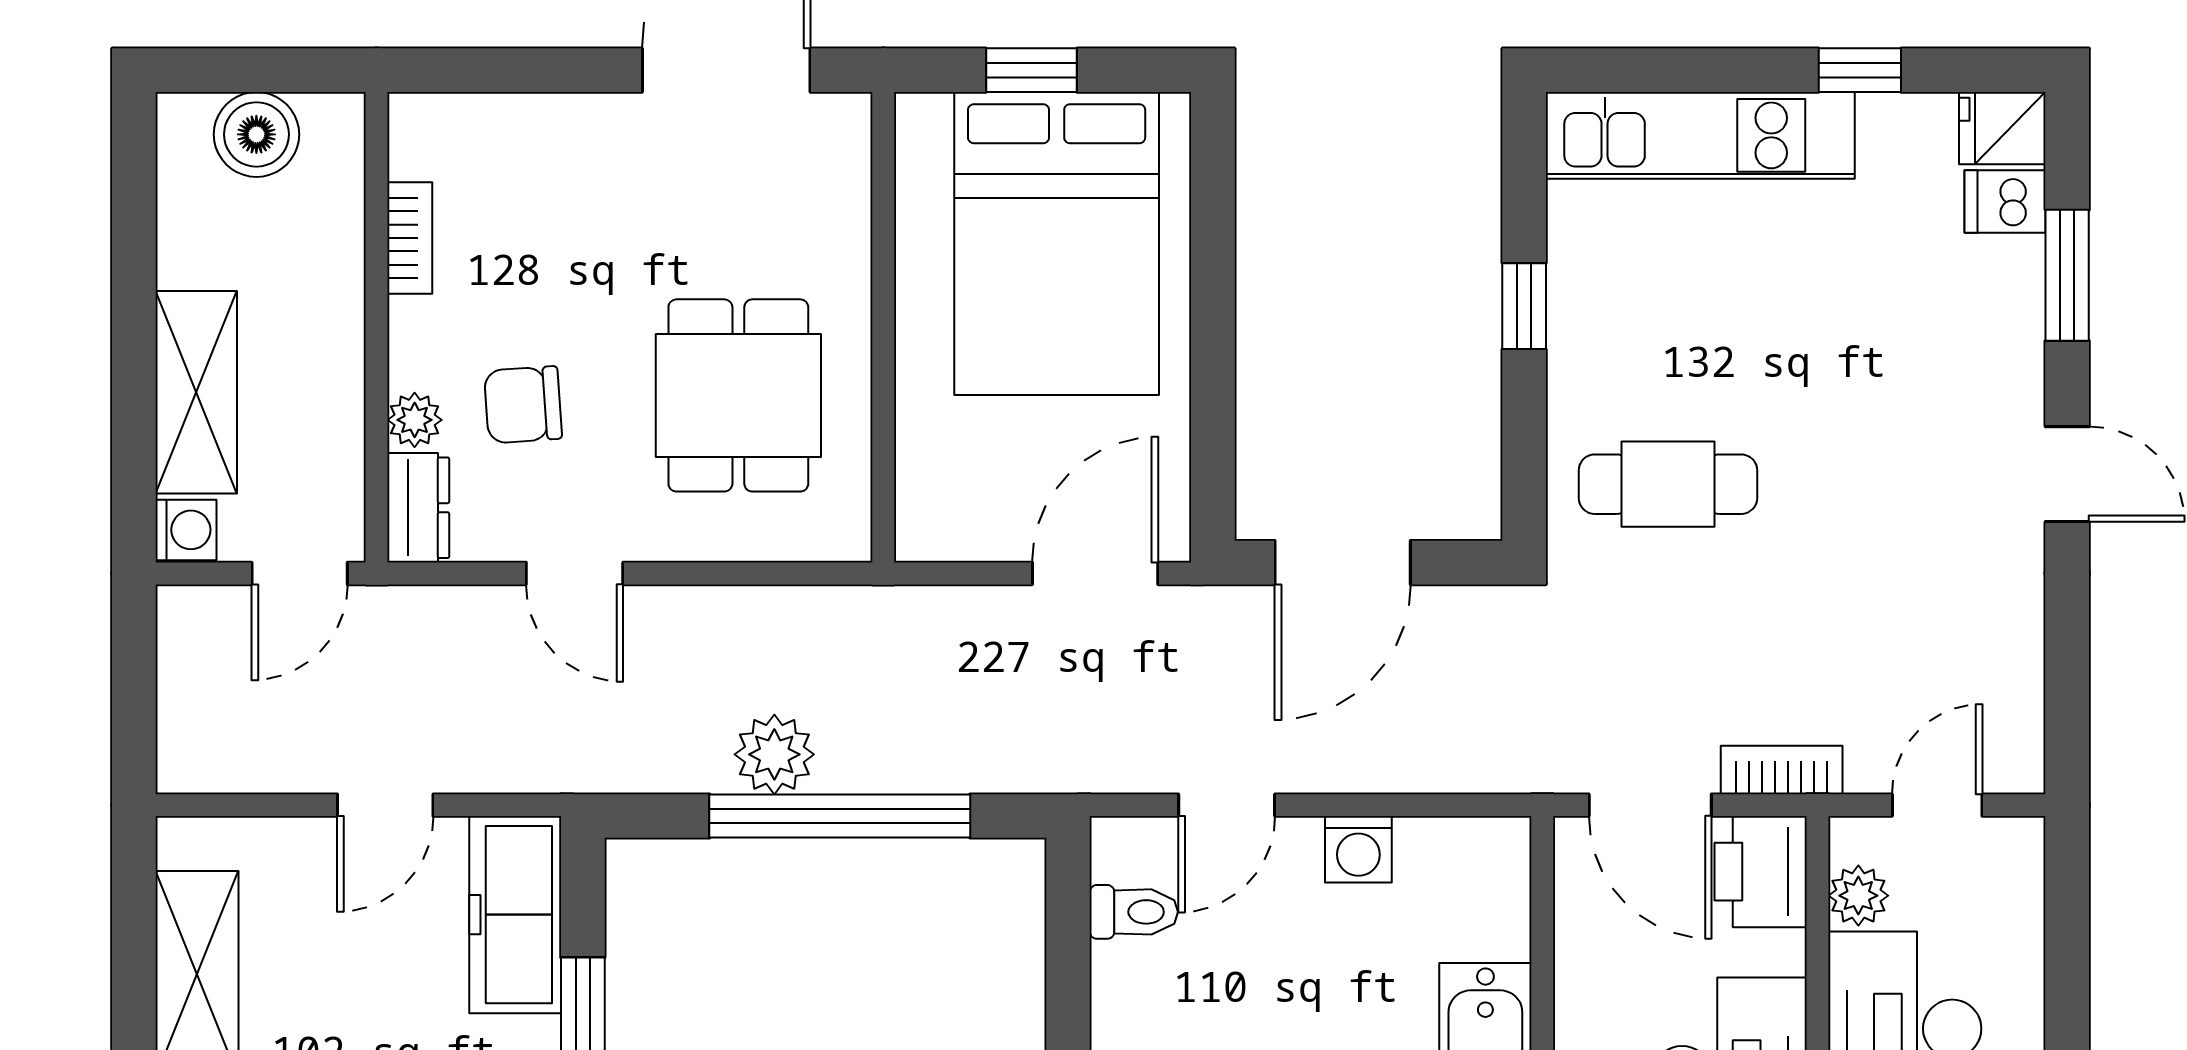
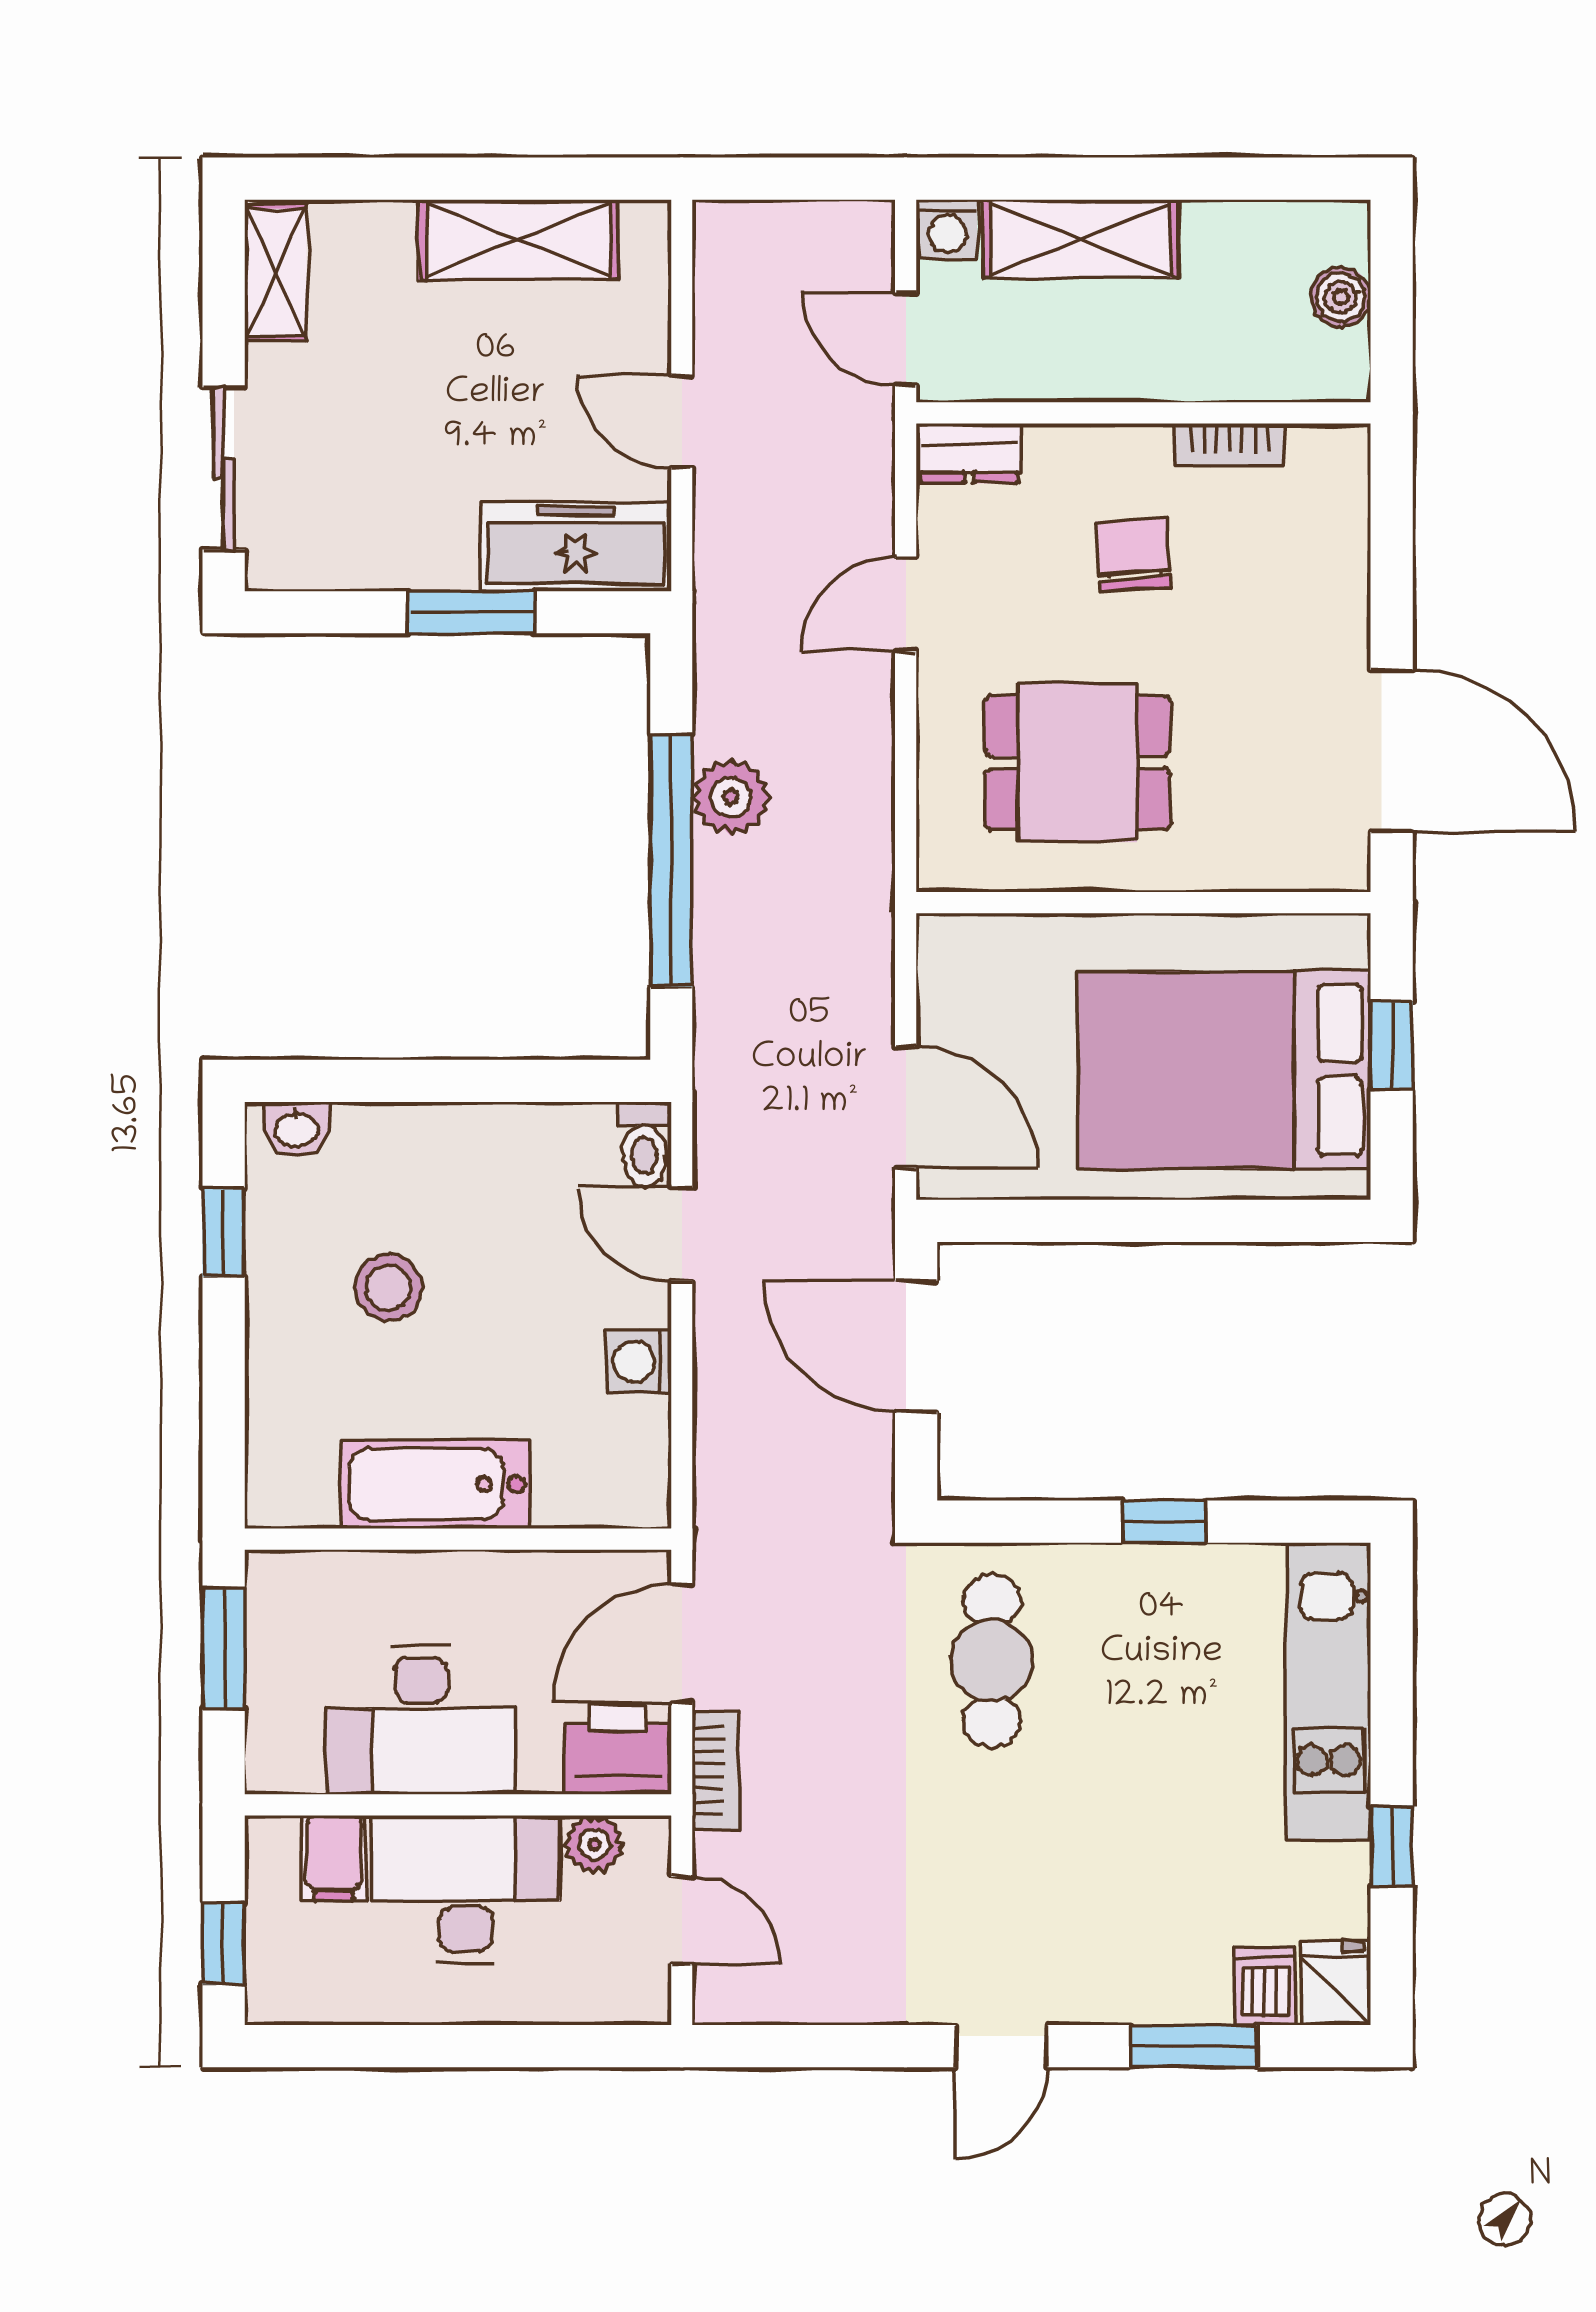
boiler: (256, 134) -> (1341, 297), width x0.73, depth x0.73
chair: (523, 405) -> (1133, 554), moved
plant: (415, 420) -> (1054, 450), removed
toilet: (1134, 912) -> (644, 1144), moved

